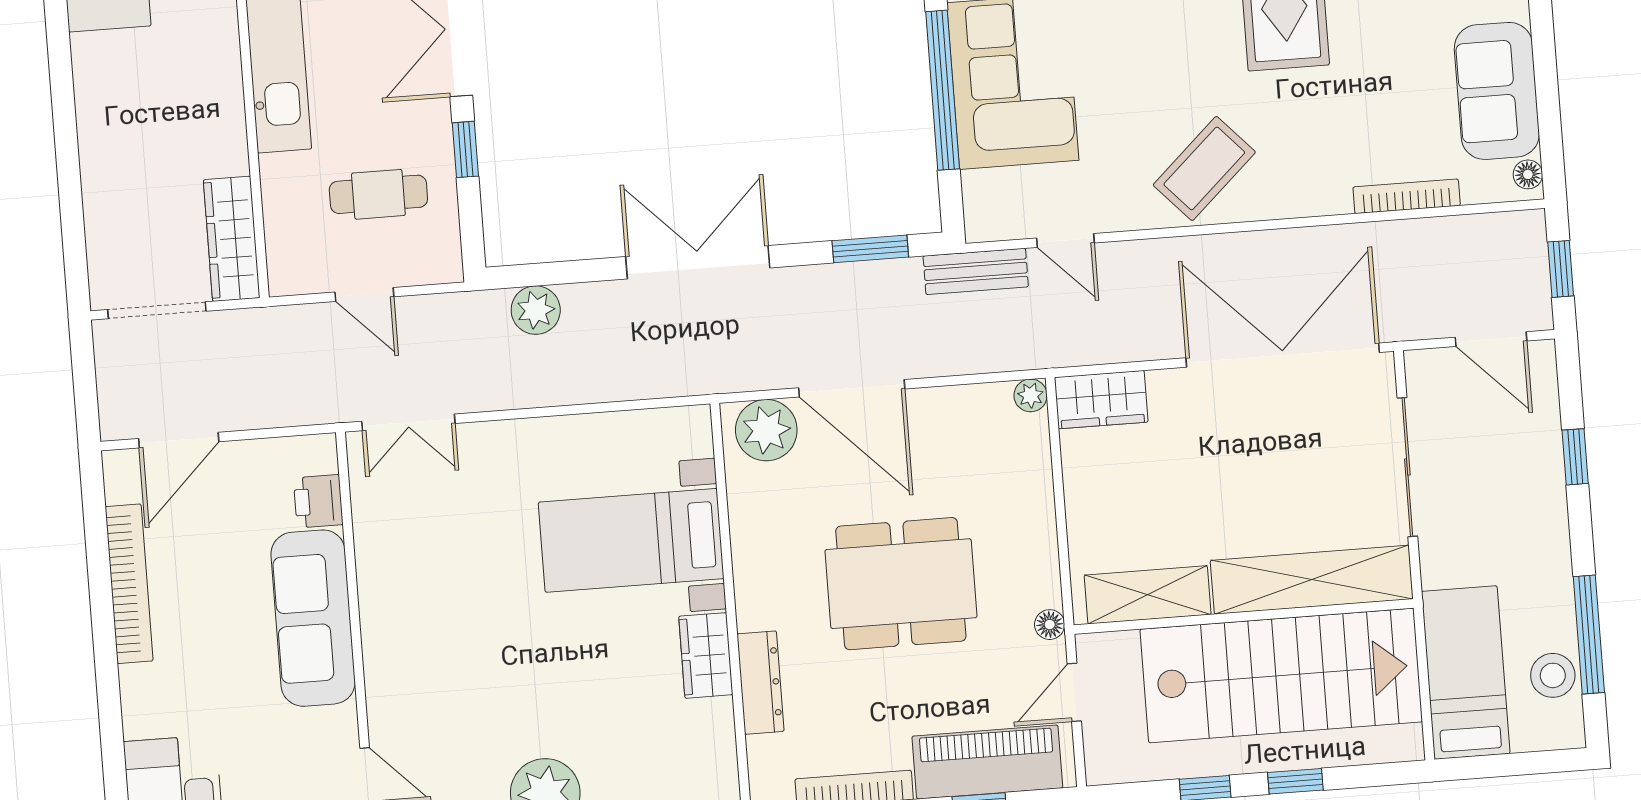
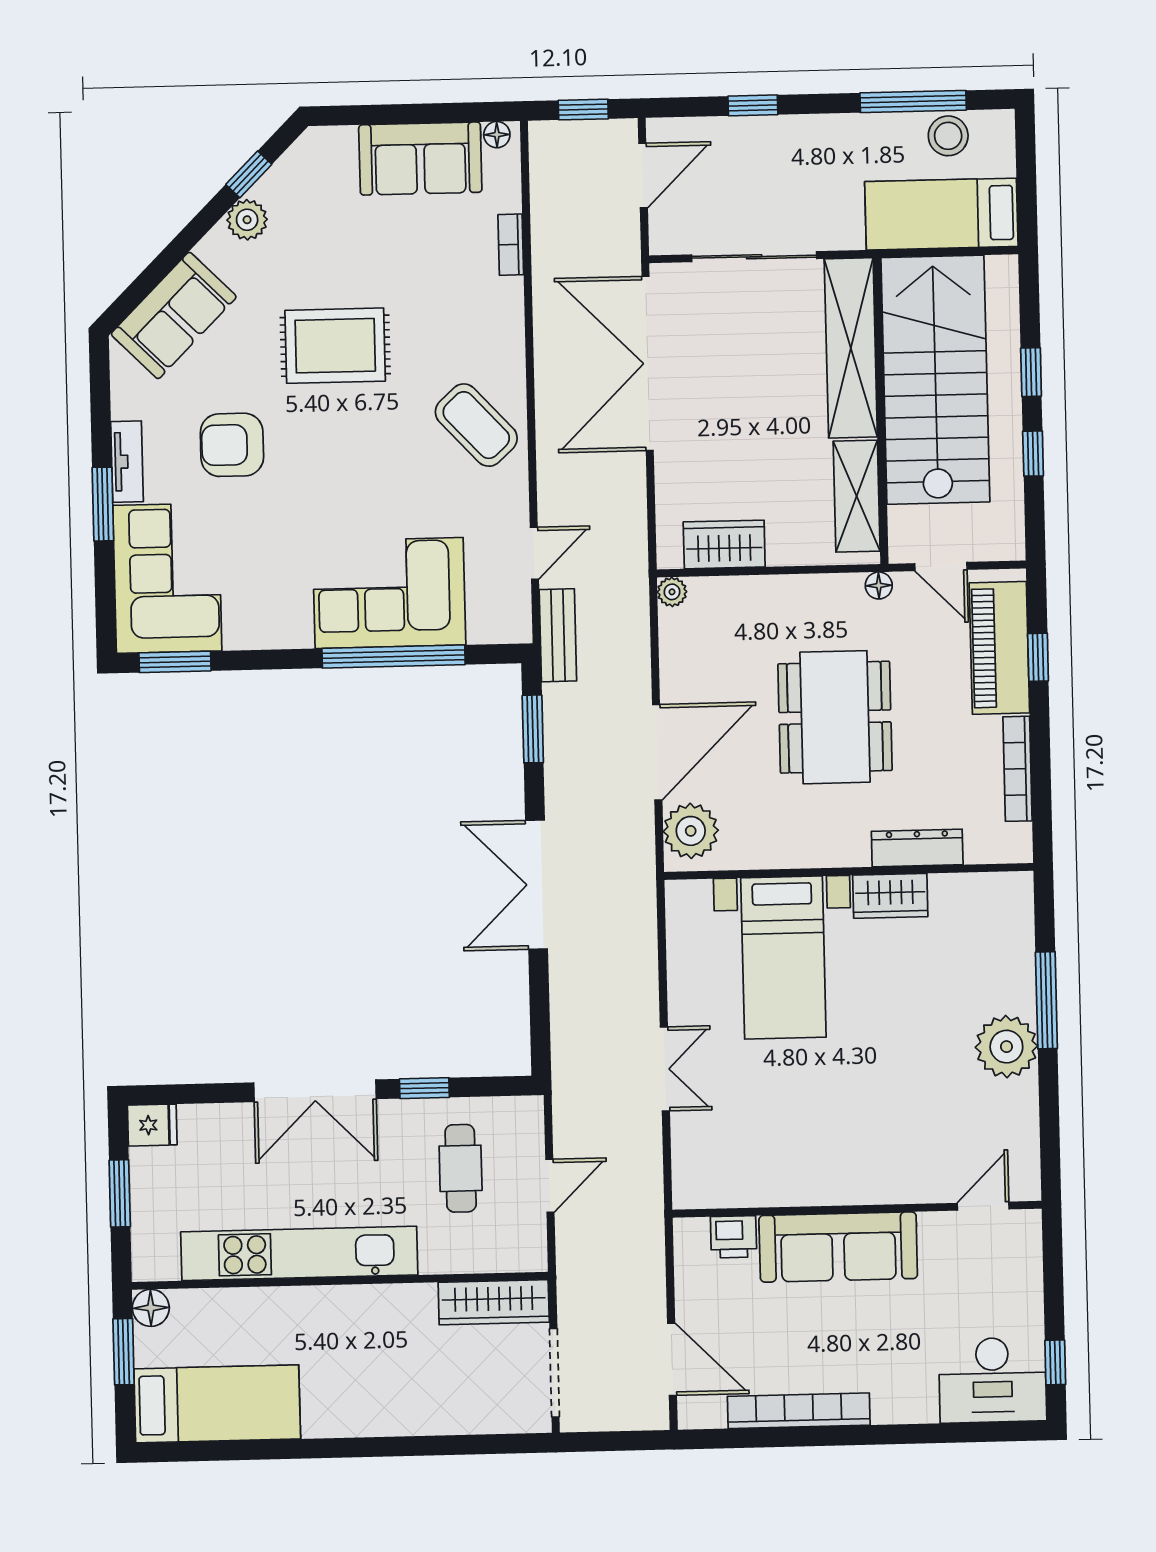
bookcase: (1407, 196) -> (511, 245), width x0.64
plant: (536, 310) -> (572, 1032), removed
wardrobe: (1101, 400) -> (724, 544), moved, turned -90
double door: (408, 422) -> (665, 1069), moved

